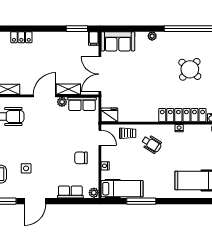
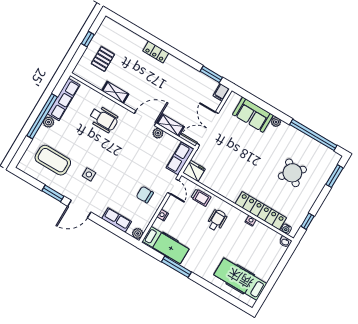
sofa: (118, 41) -> (253, 115), moved
row of seats: (82, 104) -> (180, 159), moved, turned 90
wheelchair: (151, 144) -> (217, 220), turned -122

